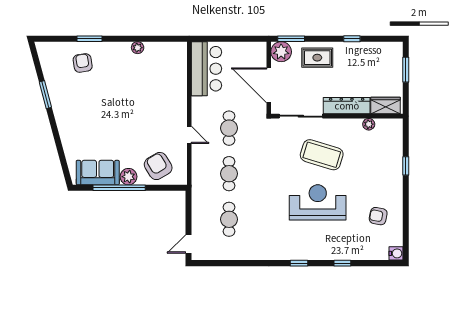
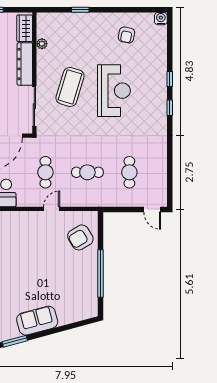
cafe table: (229, 128) -> (45, 172), turned 90
sofa: (98, 173) -> (37, 321), moved, turned 75
plant: (129, 177) -> (90, 265), removed
reception desk: (318, 202) -> (114, 91), turned 180
cafe table: (229, 219) -> (129, 172), turned 90
window: (342, 263) -> (170, 79), moved

